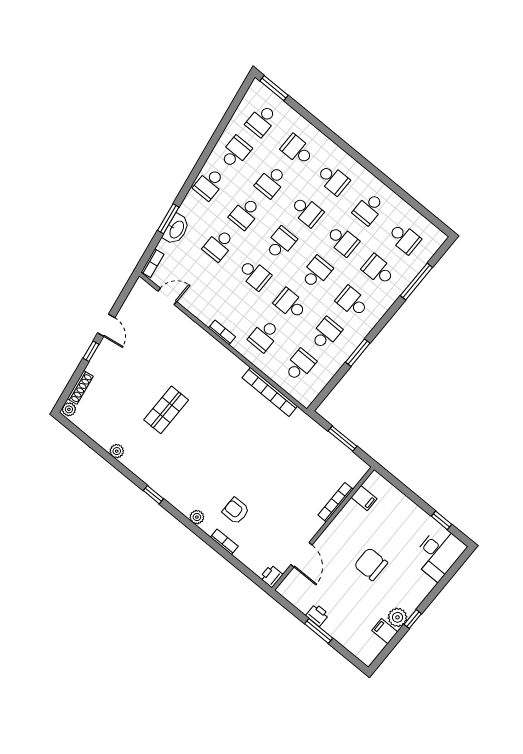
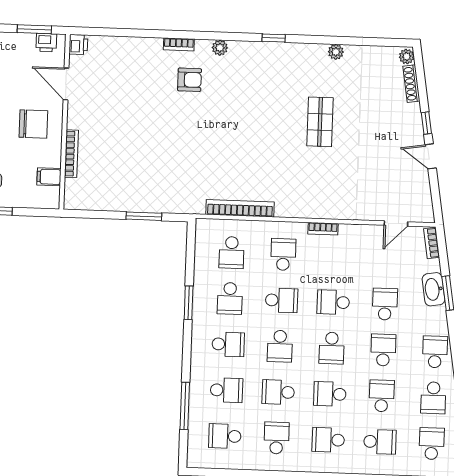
filing cabinet: (364, 498) -> (49, 177), moved
bookcase: (336, 502) -> (71, 154), moved
wall: (323, 529) -> (65, 122), moved
door: (301, 555) -> (66, 84), moved
printer: (271, 576) -> (78, 45), moved

